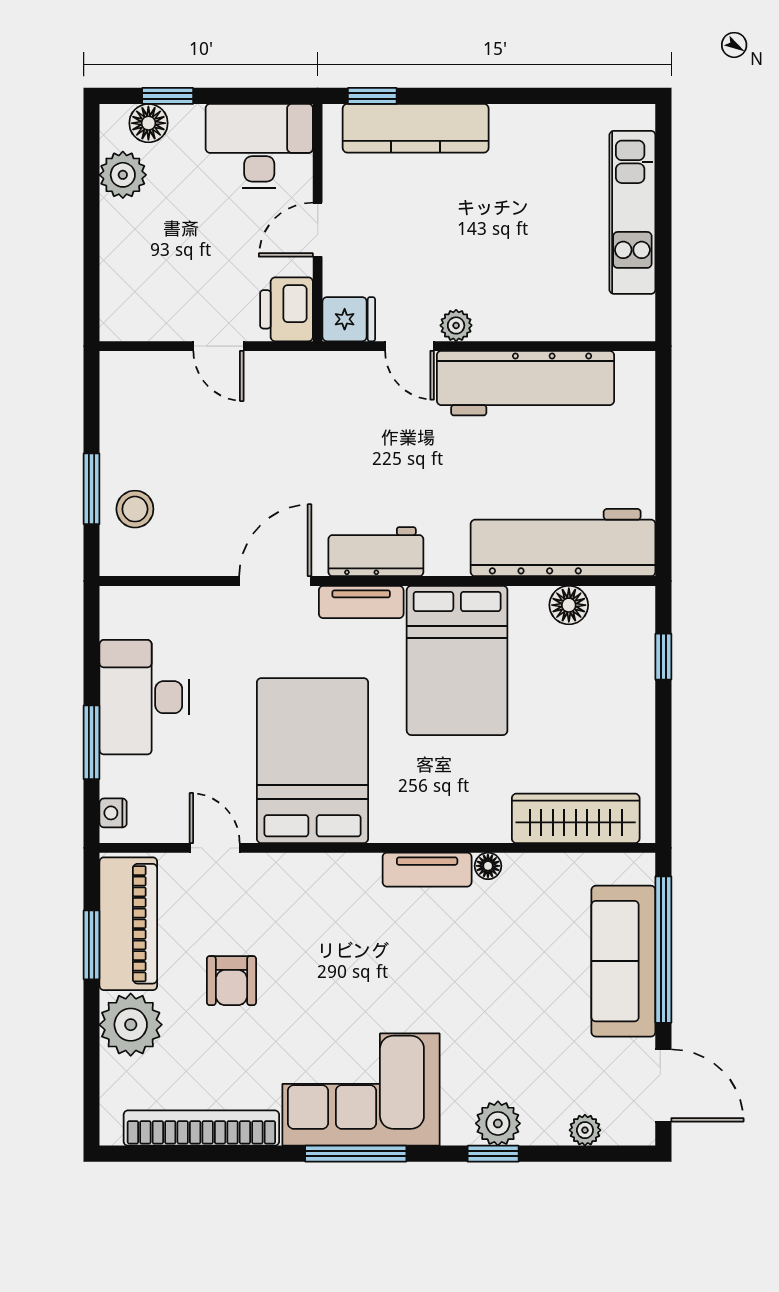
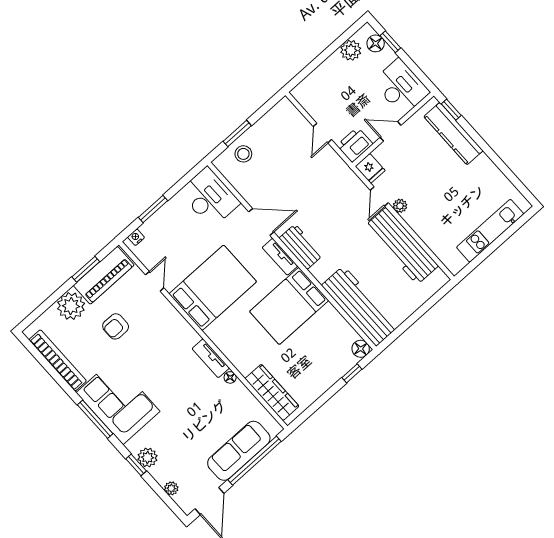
floor lamp: (569, 605) -> (361, 349), moved
desk: (144, 697) -> (209, 197), moved, turned 90

